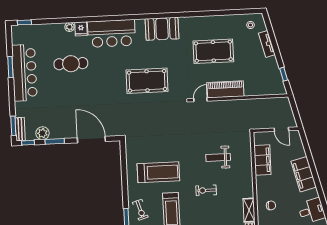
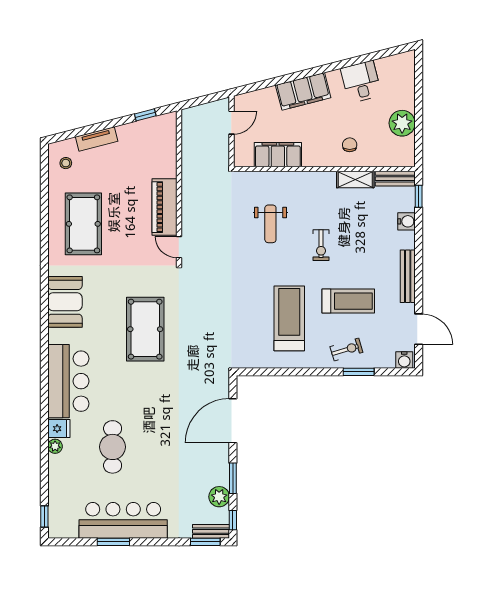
pool table: (213, 51) -> (83, 224), moved

